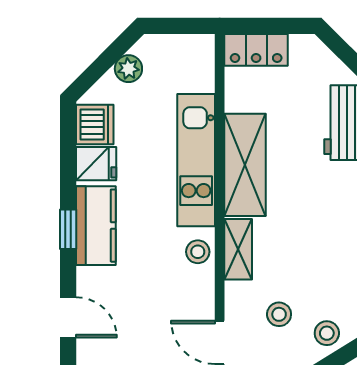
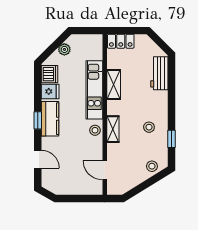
shelving: (245, 165) -> (114, 84), width x0.67, depth x0.75
stool: (279, 314) -> (149, 127), moved

